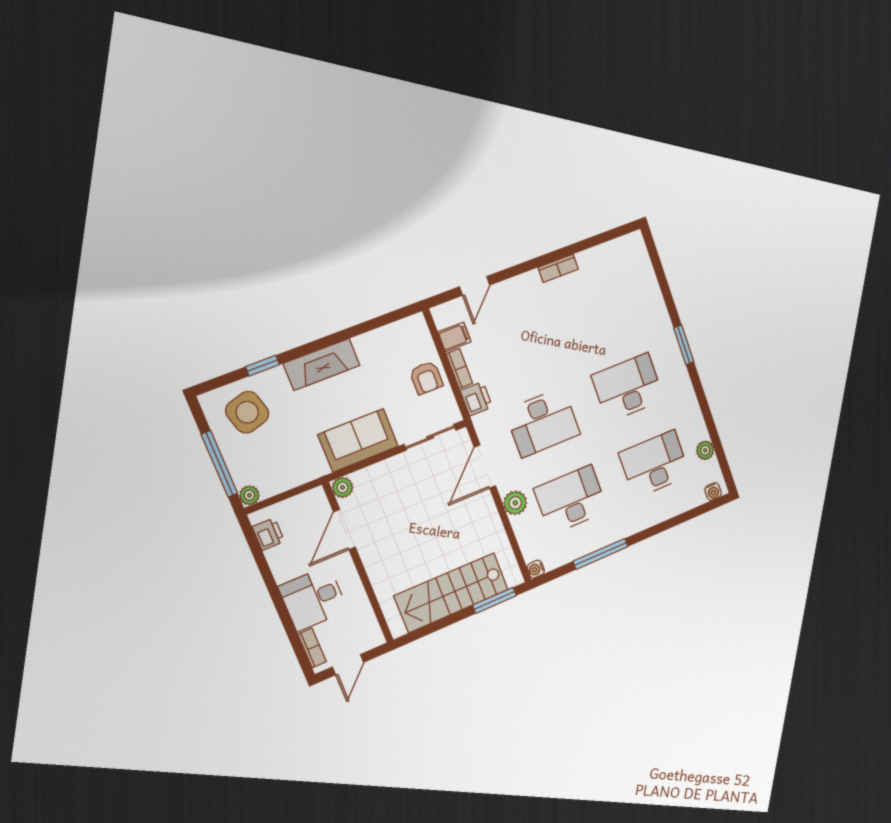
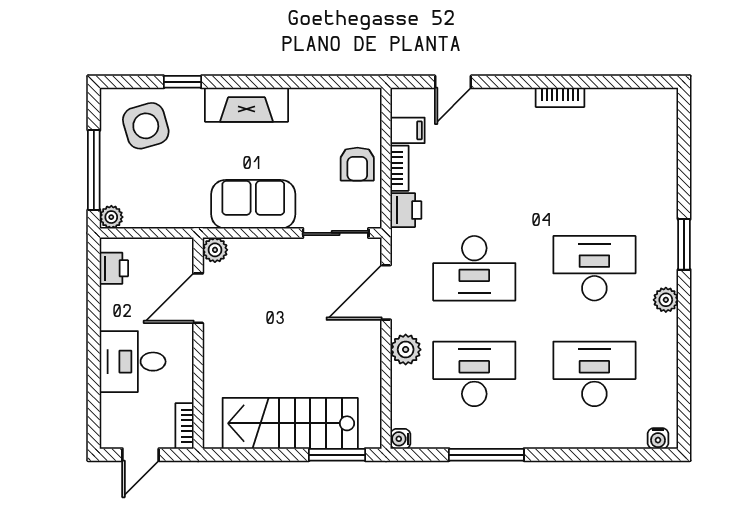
plant: (705, 450) -> (666, 300), moved
bookcase: (312, 648) -> (185, 426), moved, turned 180

